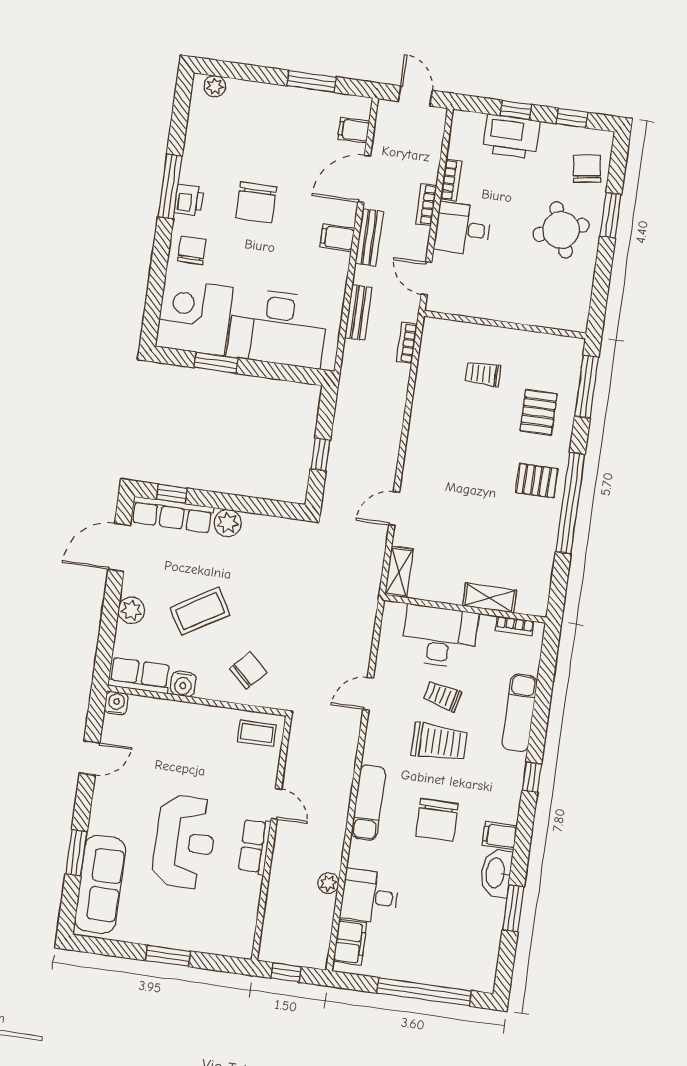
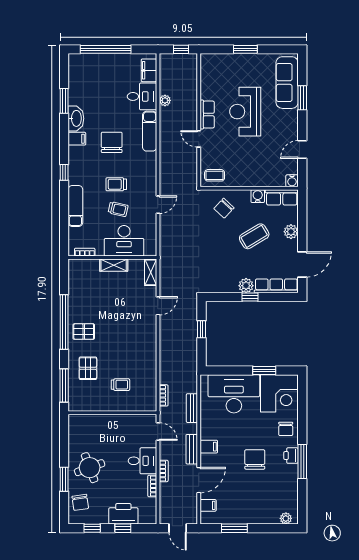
window: (172, 494) -> (250, 297), moved
shelving: (490, 598) -> (114, 265), moved
trolley: (439, 742) -> (116, 184), width x0.73, depth x0.72
exam couch: (368, 802) -> (150, 131), moved

